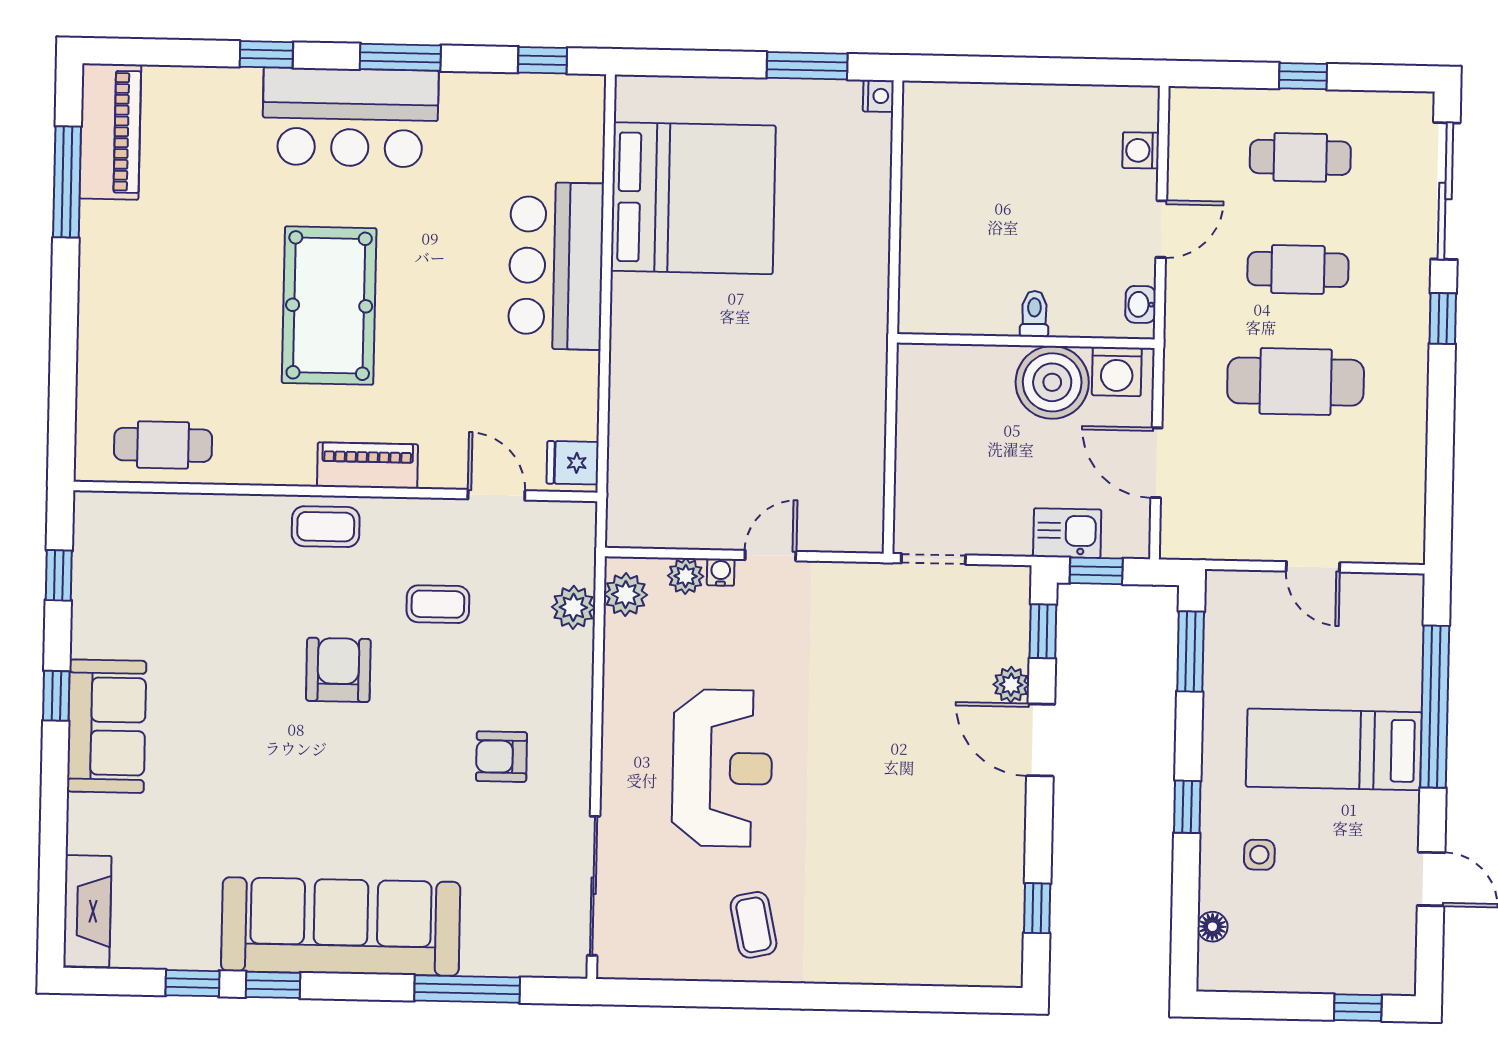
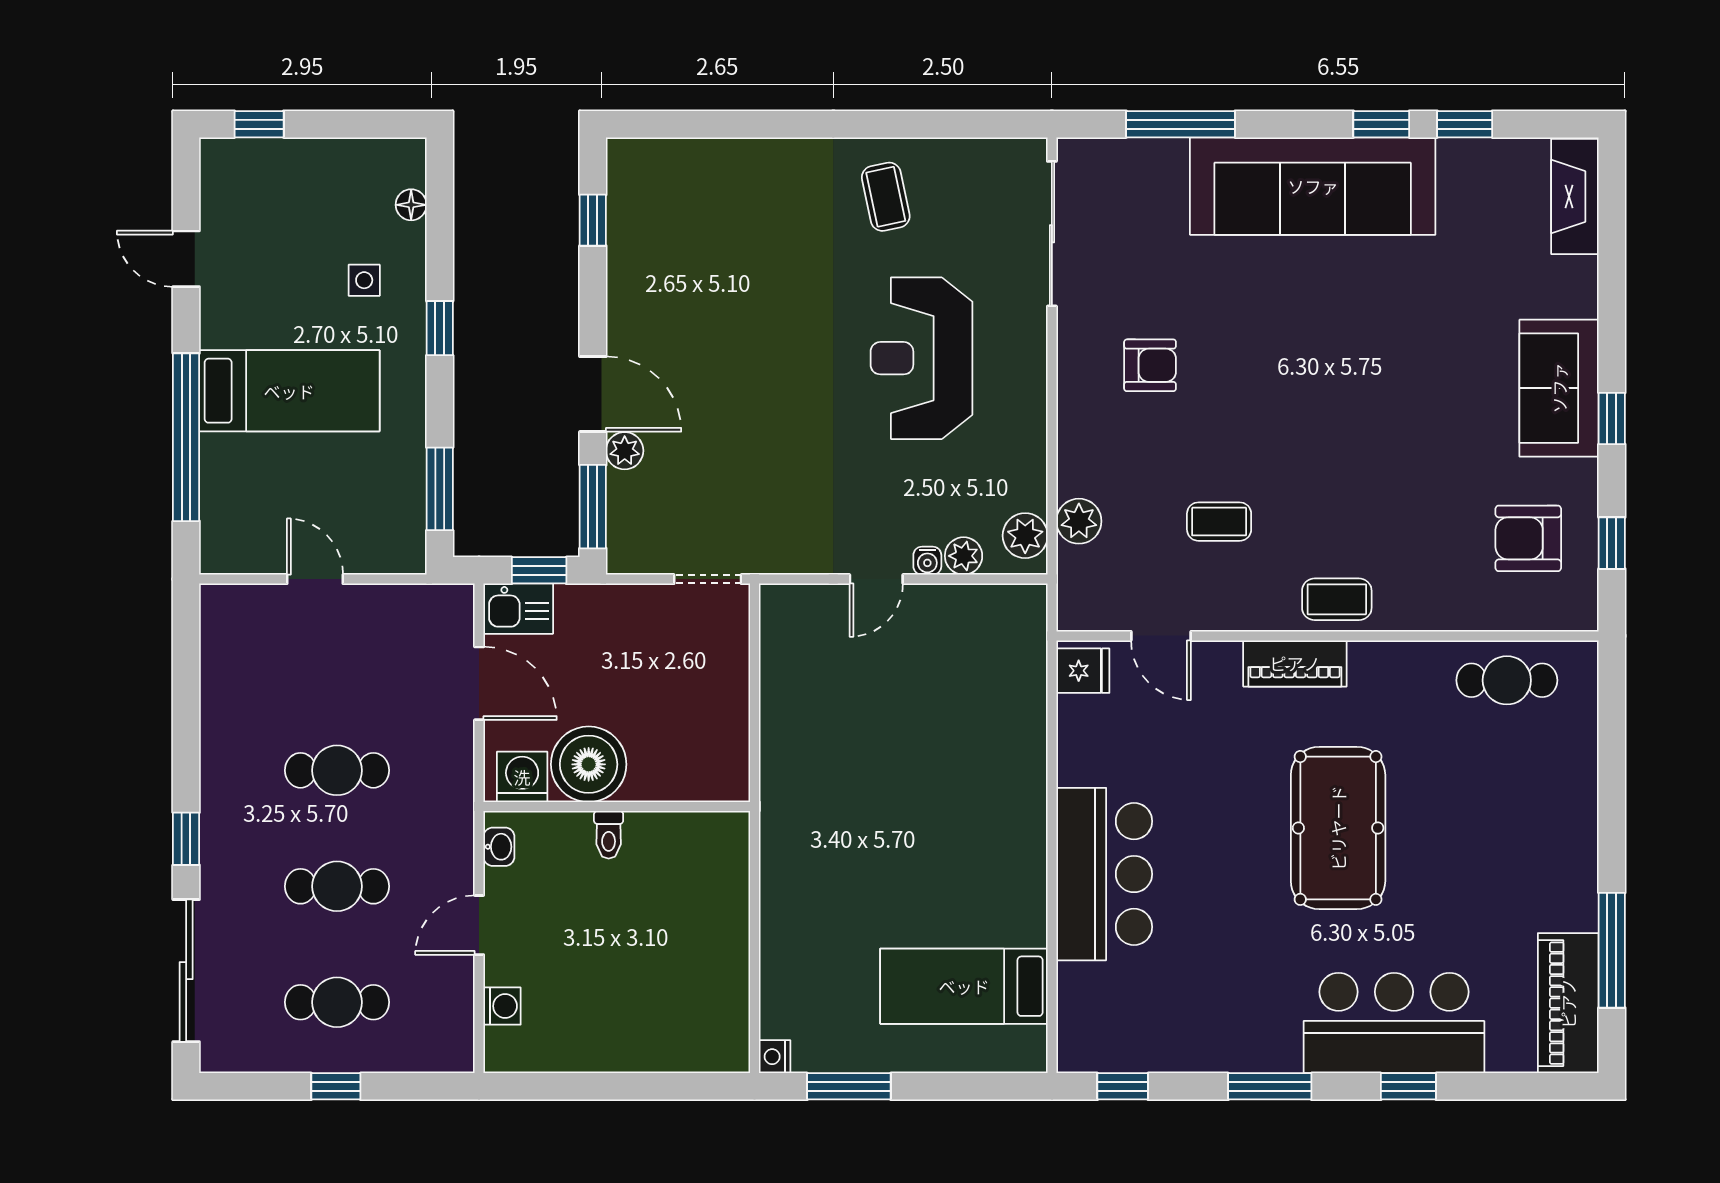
bar counter: (350, 117) -> (1394, 1023), moved
bed: (693, 198) -> (964, 986), width x0.49
cafe table: (1296, 382) -> (337, 770), width x0.73, depth x0.74
kitchen sink: (1067, 533) -> (518, 609), moved
window: (1043, 631) -> (593, 507), width x1.50
armchair: (338, 670) -> (1528, 538), moved, turned 90

